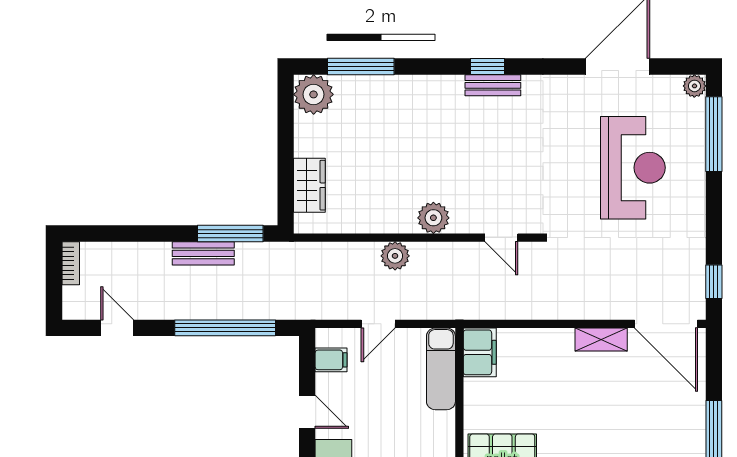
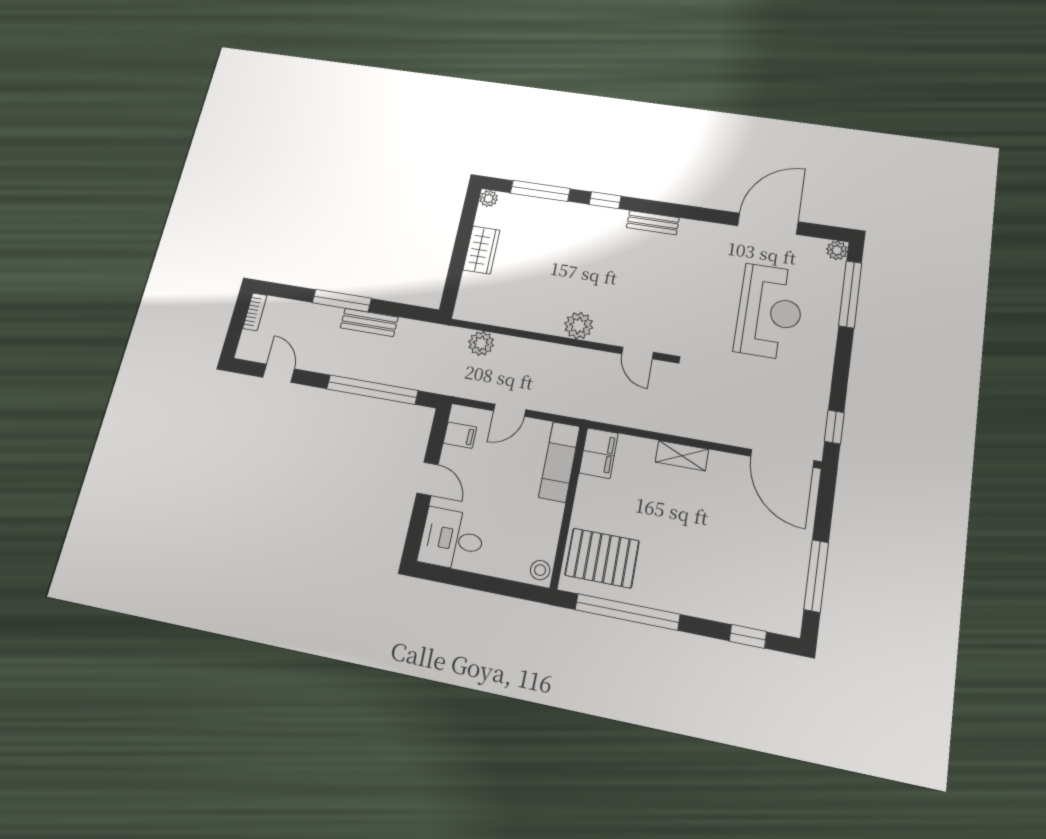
window: (488, 67) -> (605, 200), moved
plant: (314, 94) -> (489, 199), width x0.53, depth x0.53
wardrobe: (309, 185) -> (481, 250), moved
window: (230, 234) -> (342, 301), moved
plant: (395, 256) -> (481, 343), moved
shelving: (601, 340) -> (682, 456), moved

